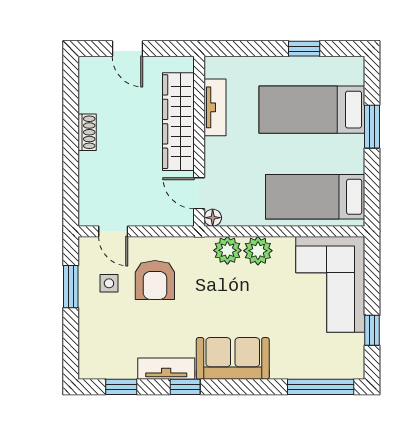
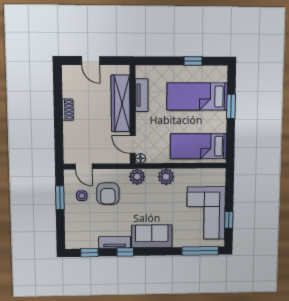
plant: (227, 250) -> (137, 177), moved
corner sofa: (330, 284) -> (206, 213), moved

